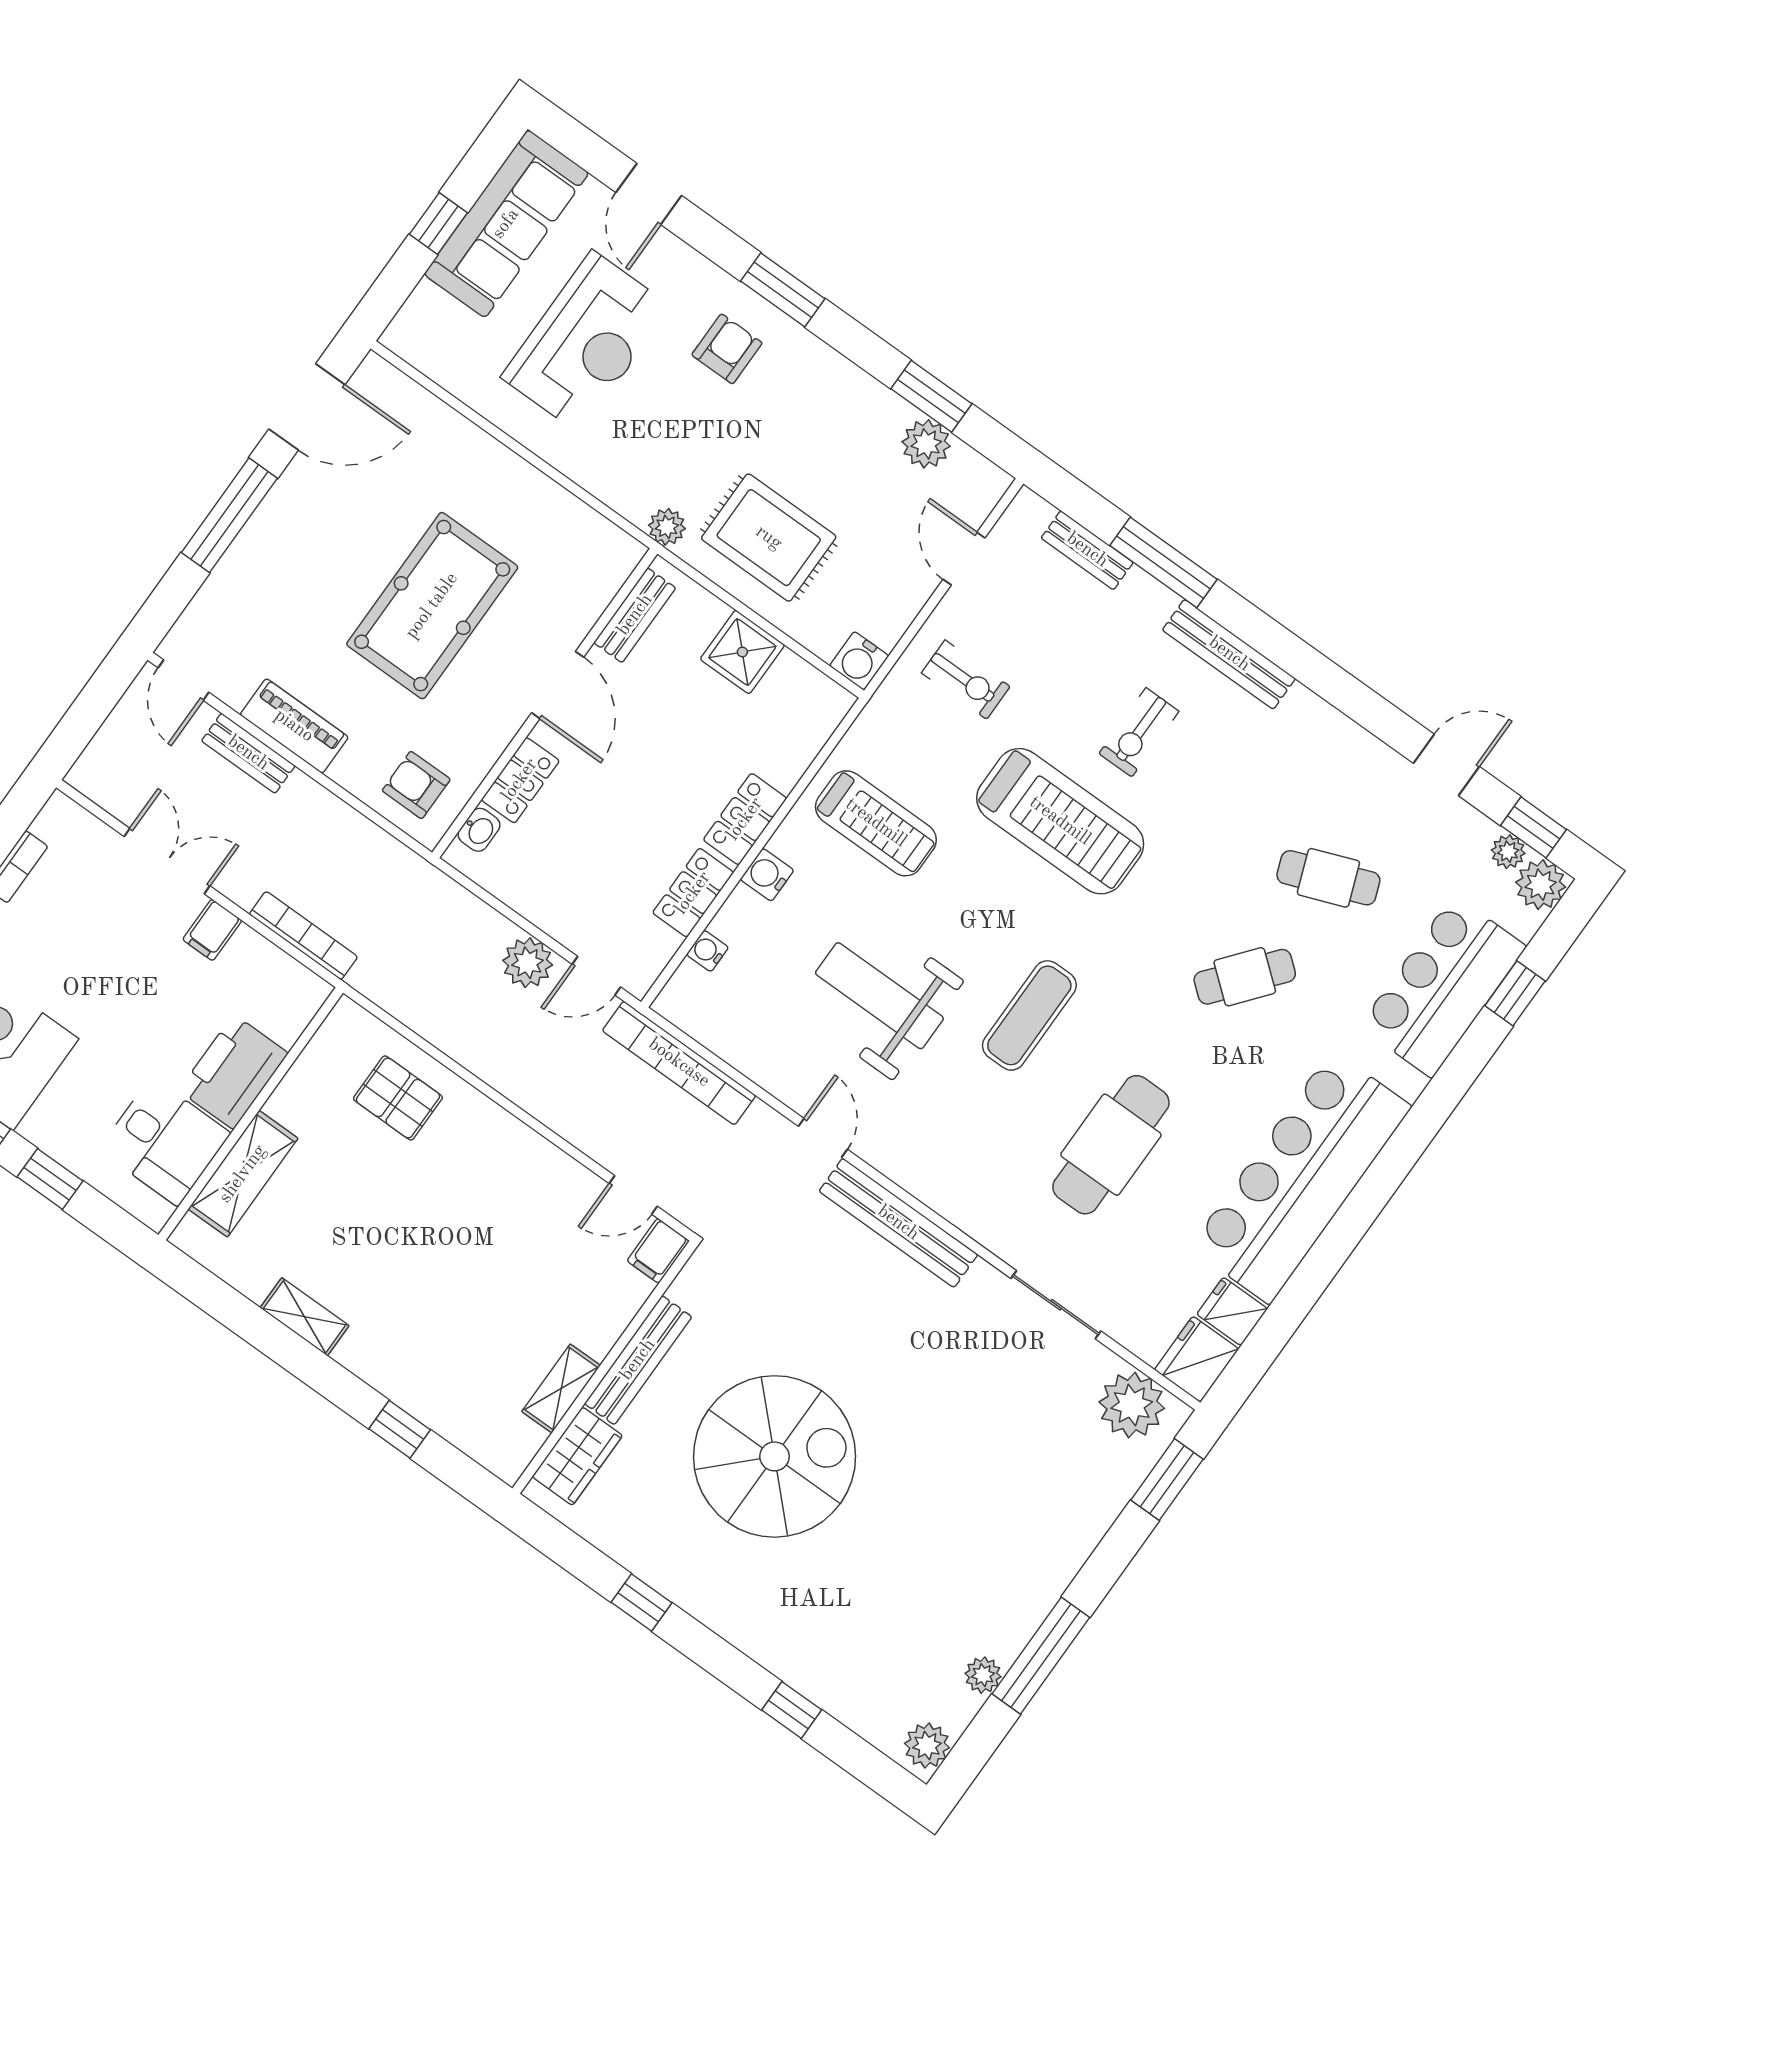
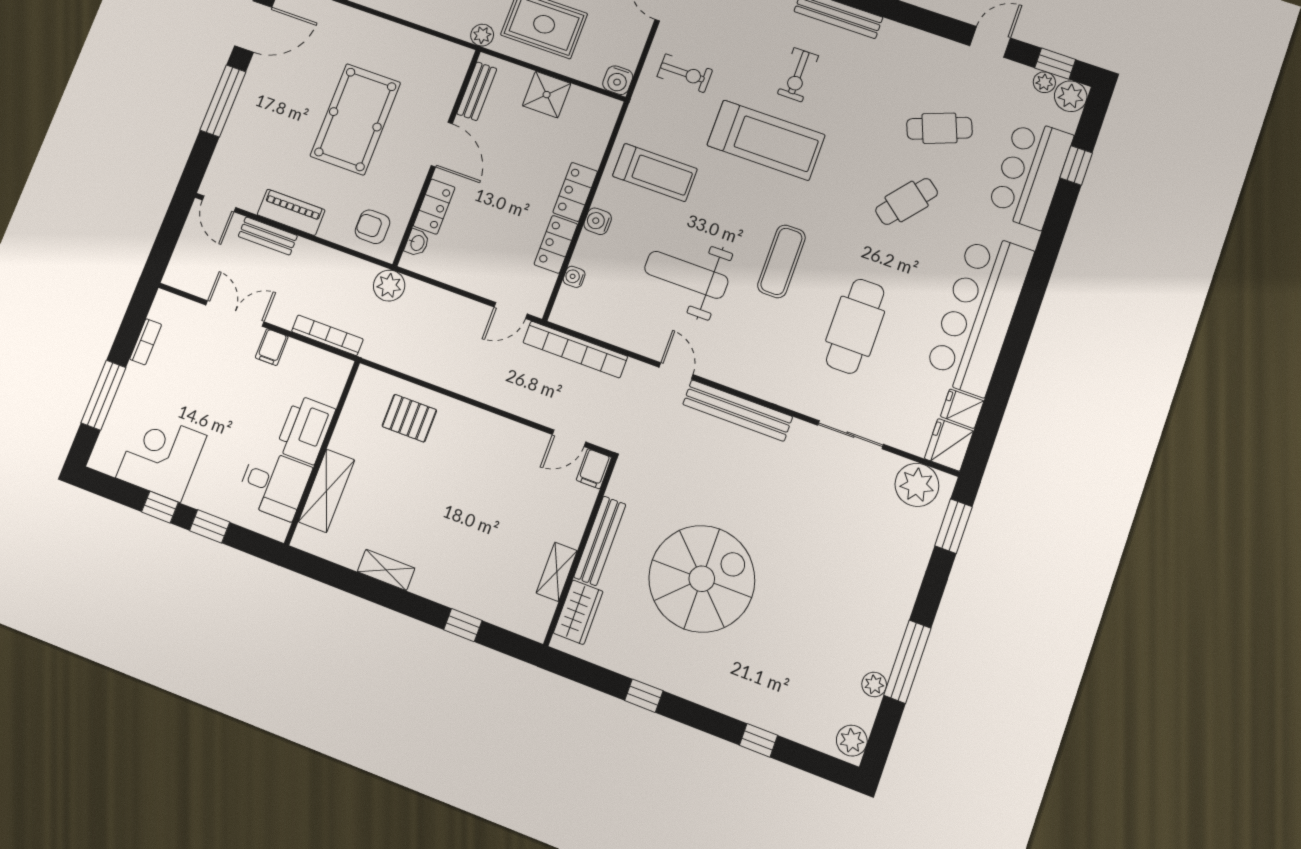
plant: (528, 963) -> (389, 286), moved

